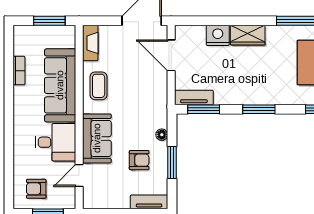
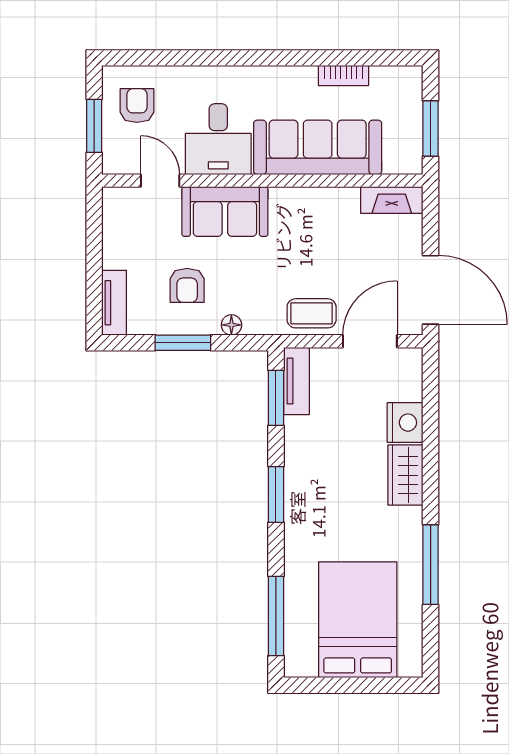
coffee table: (99, 86) -> (312, 313), moved

